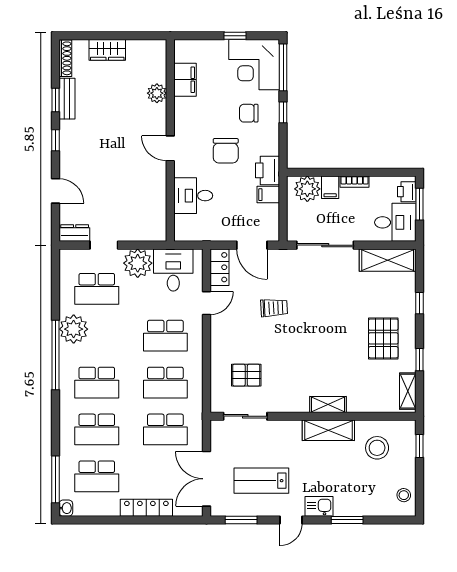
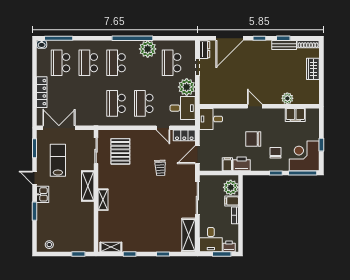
door: (170, 148) -> (255, 106), hinge flipped
door: (56, 191) -> (230, 38), width x1.87
desk: (193, 196) -> (211, 119), moved, turned -90
pallet: (383, 338) -> (142, 232), removed
pallet: (246, 375) -> (120, 151), width x1.50, depth x1.42
school desk: (165, 429) -> (88, 103), removed
shelving: (328, 430) -> (88, 186), moved
stool: (377, 448) -> (77, 229), removed

